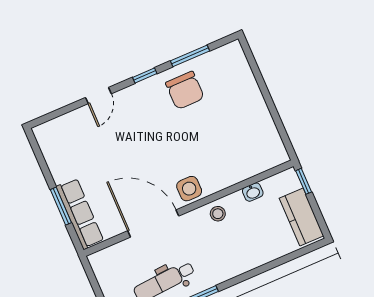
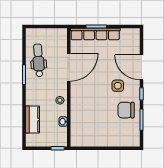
door: (98, 96) -> (142, 67), width x1.87
side table: (189, 189) -> (118, 86), moved
row of seats: (80, 214) -> (95, 34), width x1.36
kitchen counter: (301, 217) -> (33, 120), moved, turned 90

